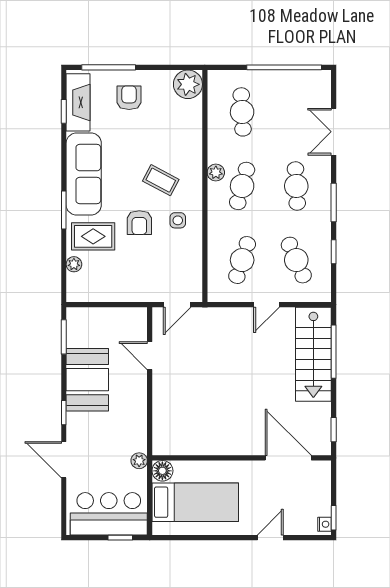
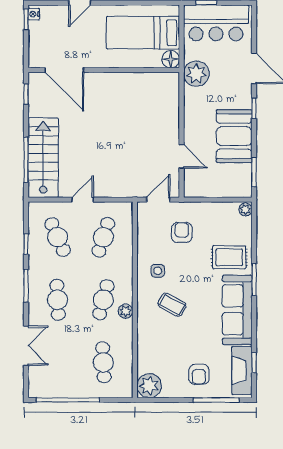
armchair: (139, 223) -> (182, 232), moved
plant: (74, 264) -> (245, 210), moved
plant: (139, 461) -> (196, 74), width x1.88, depth x1.88

